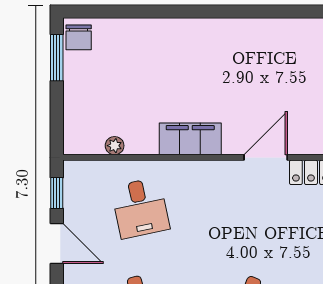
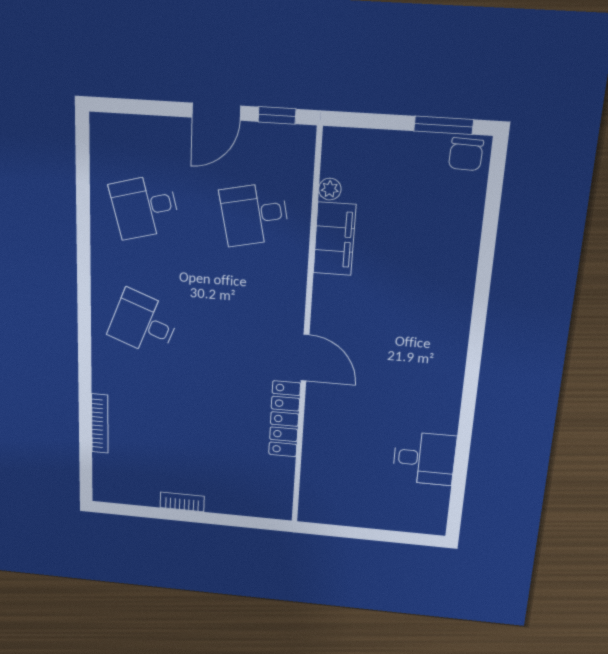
chair: (79, 37) -> (466, 154), turned -88
filing cabinet: (190, 139) -> (334, 239), moved

